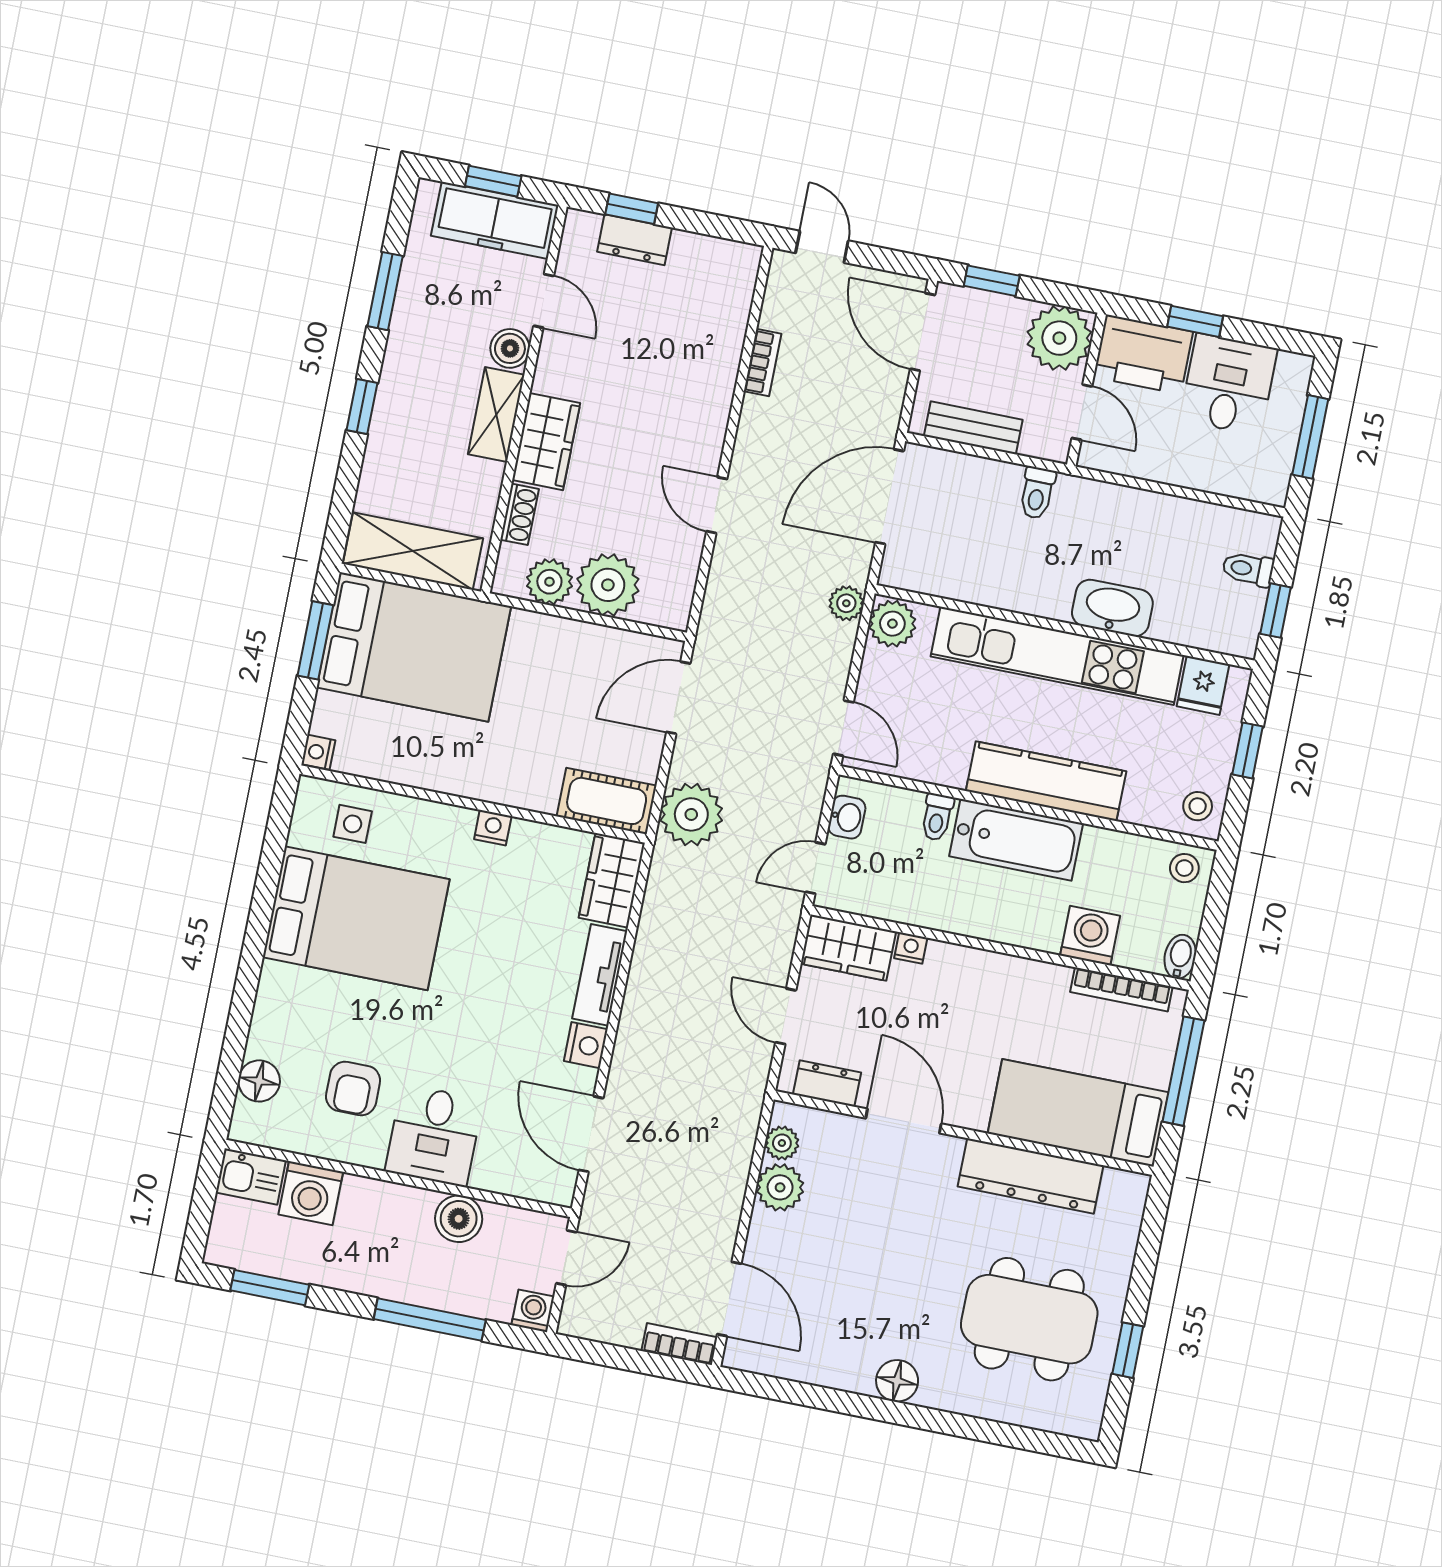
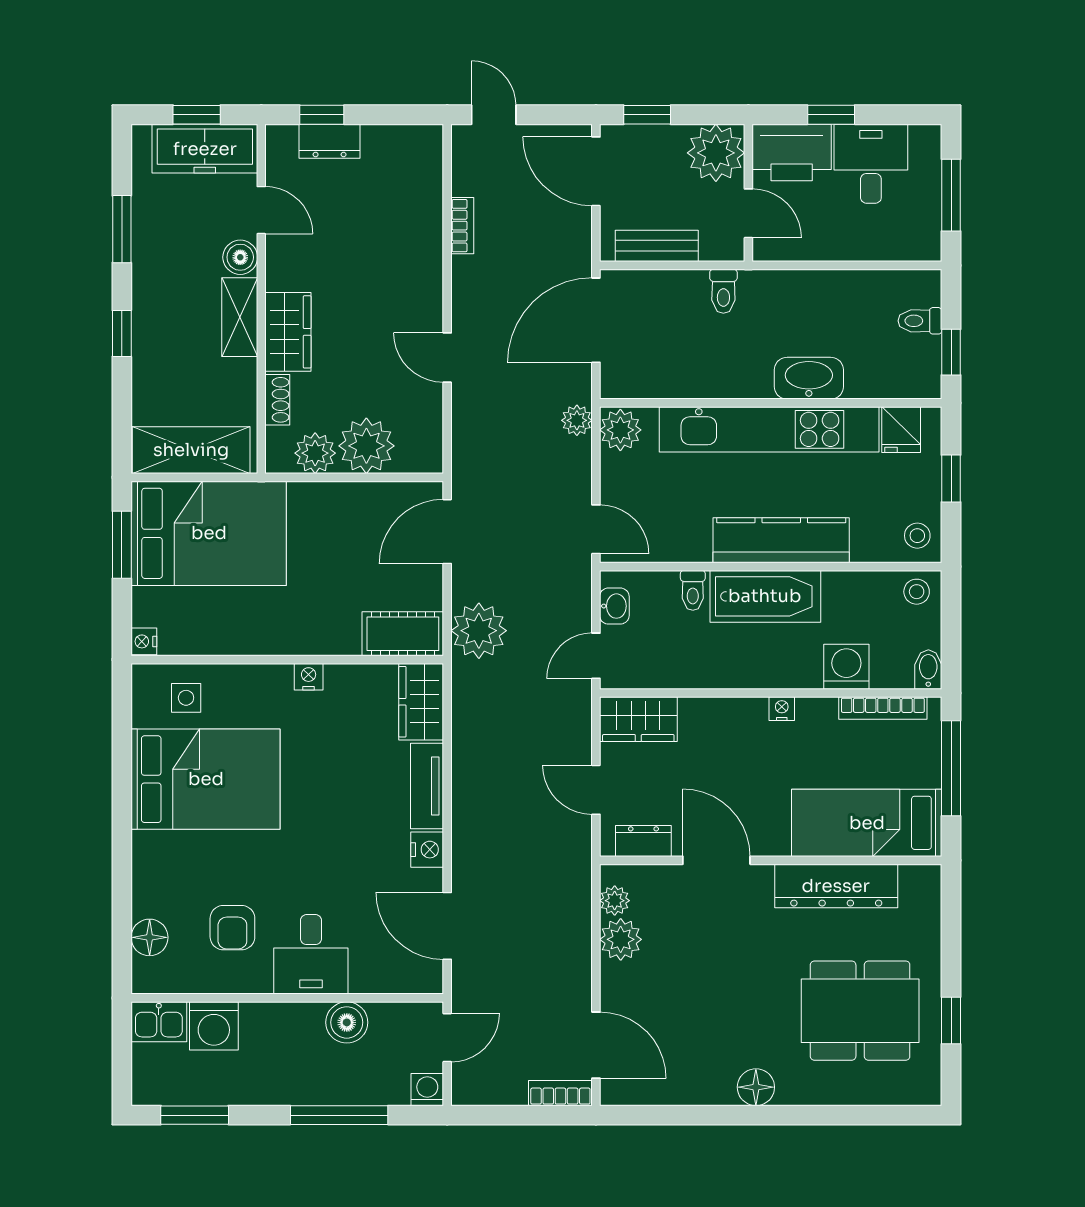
nightstand: (911, 948) -> (782, 709), moved

